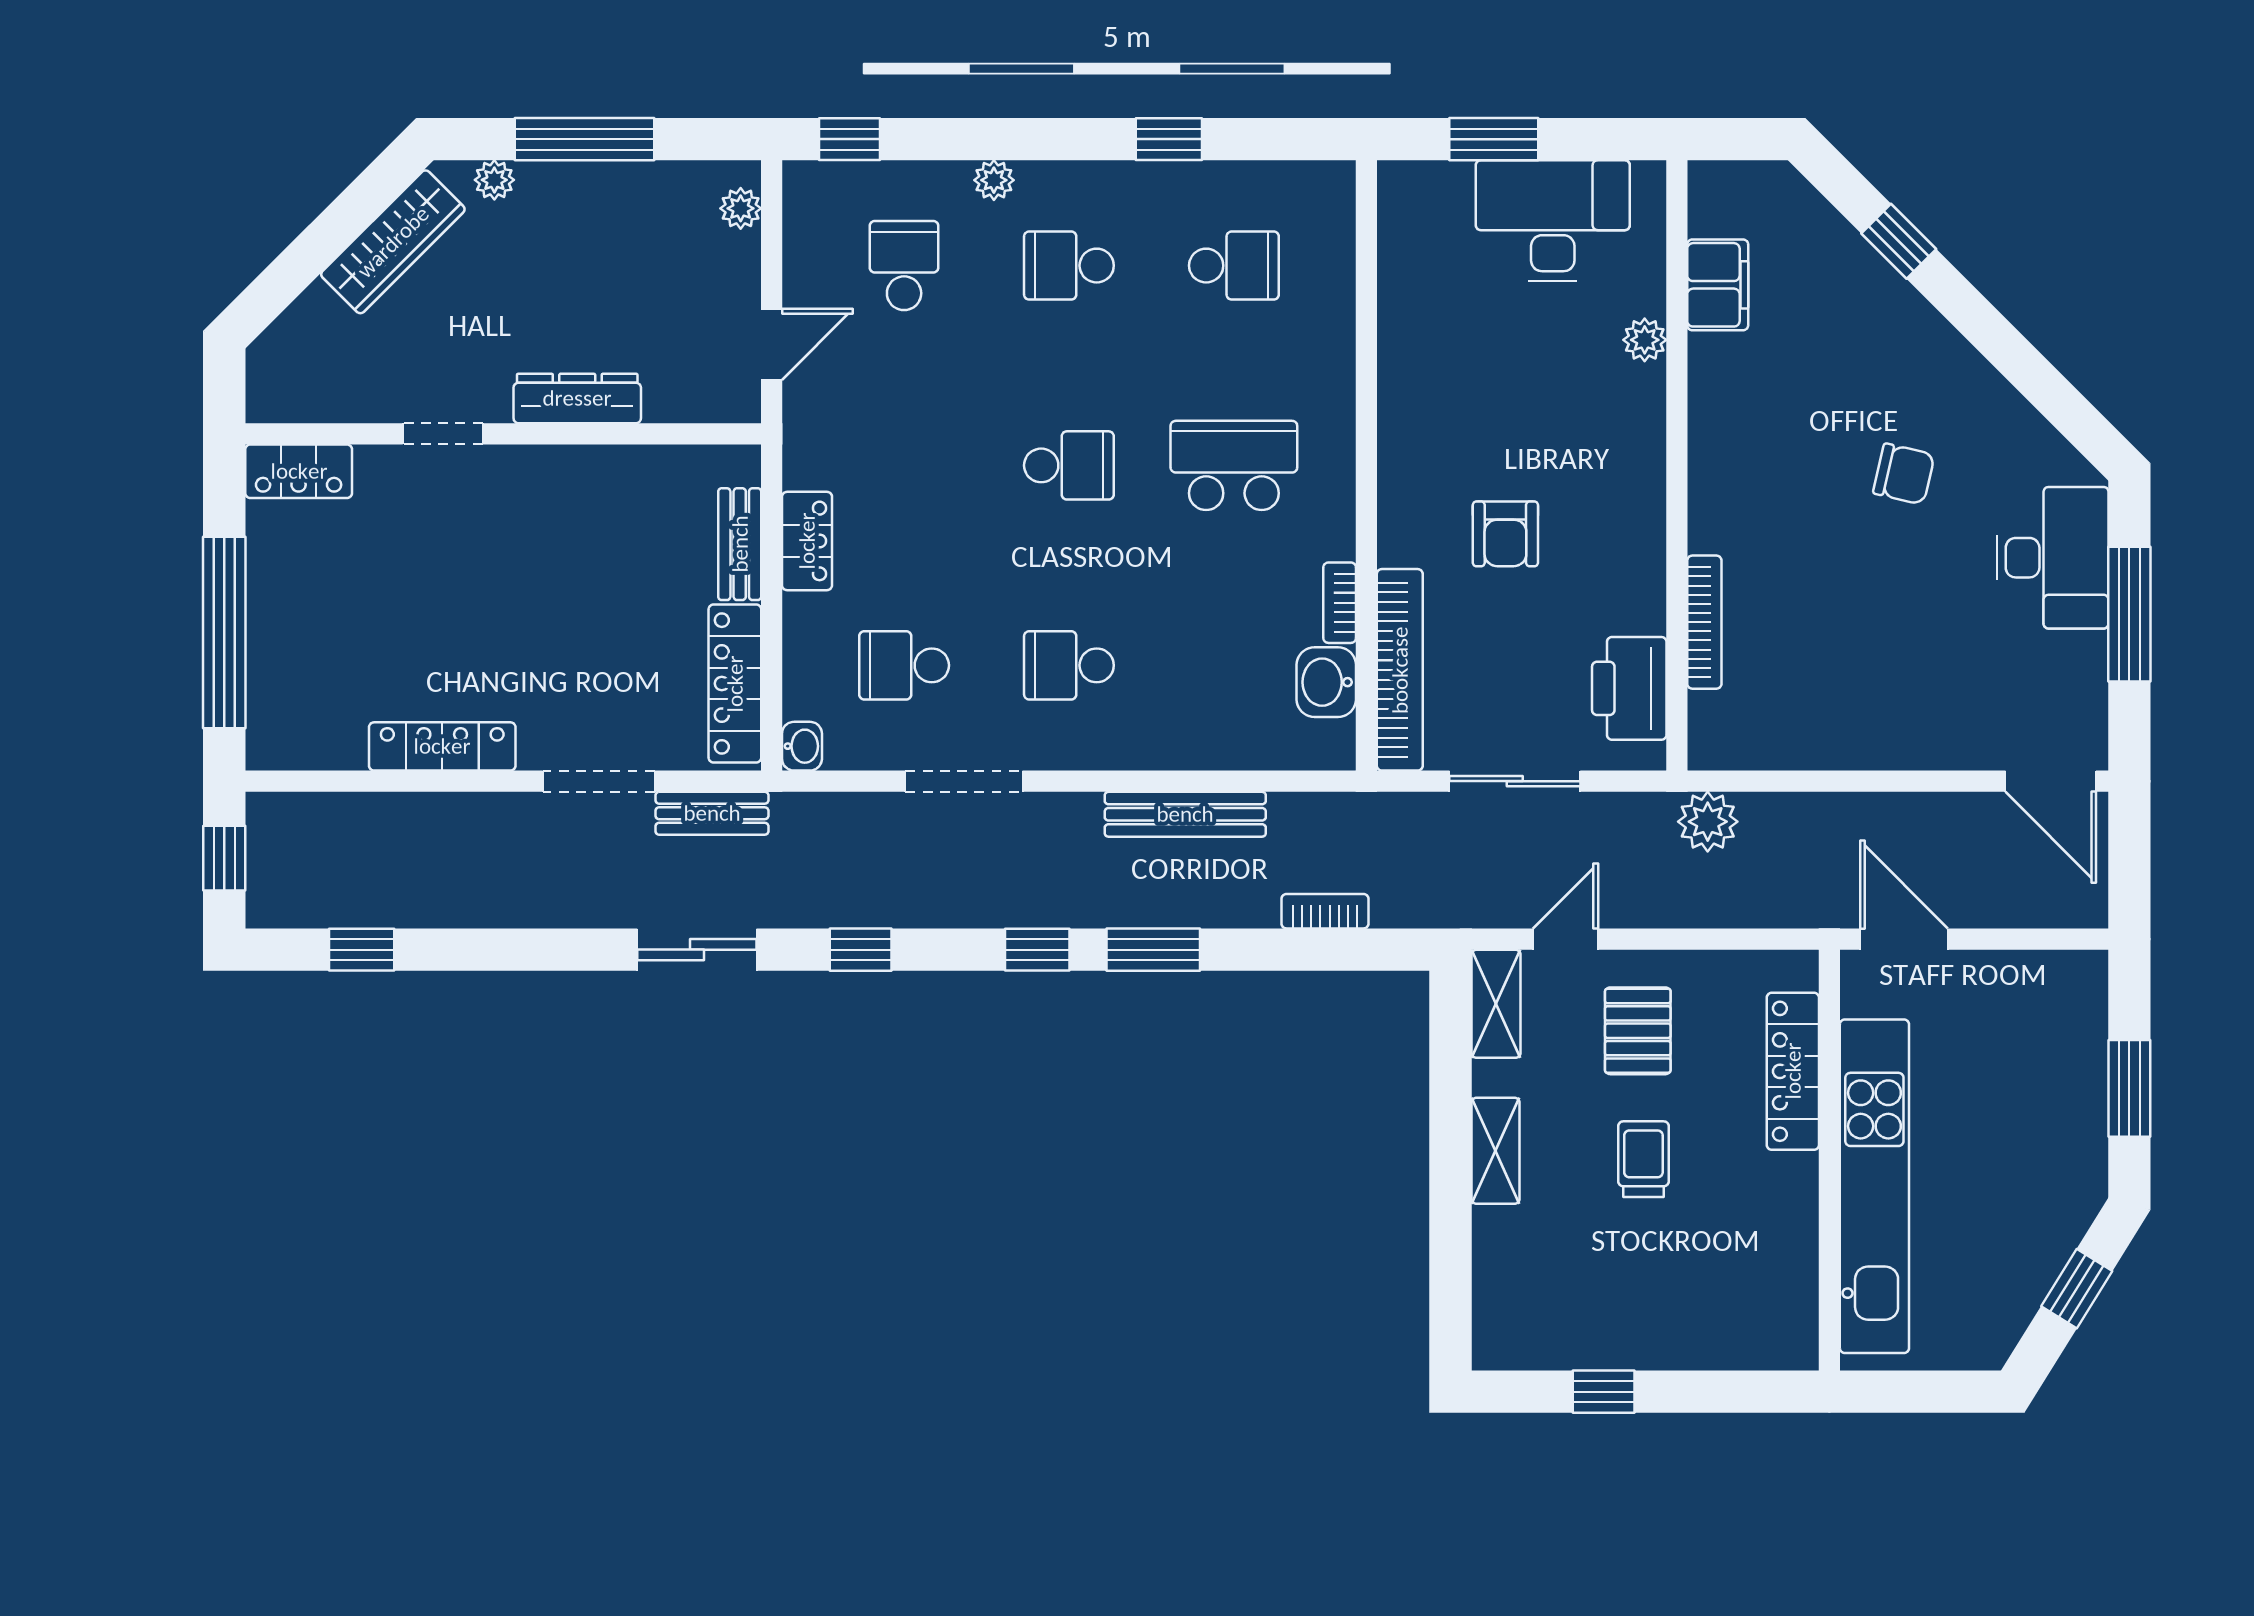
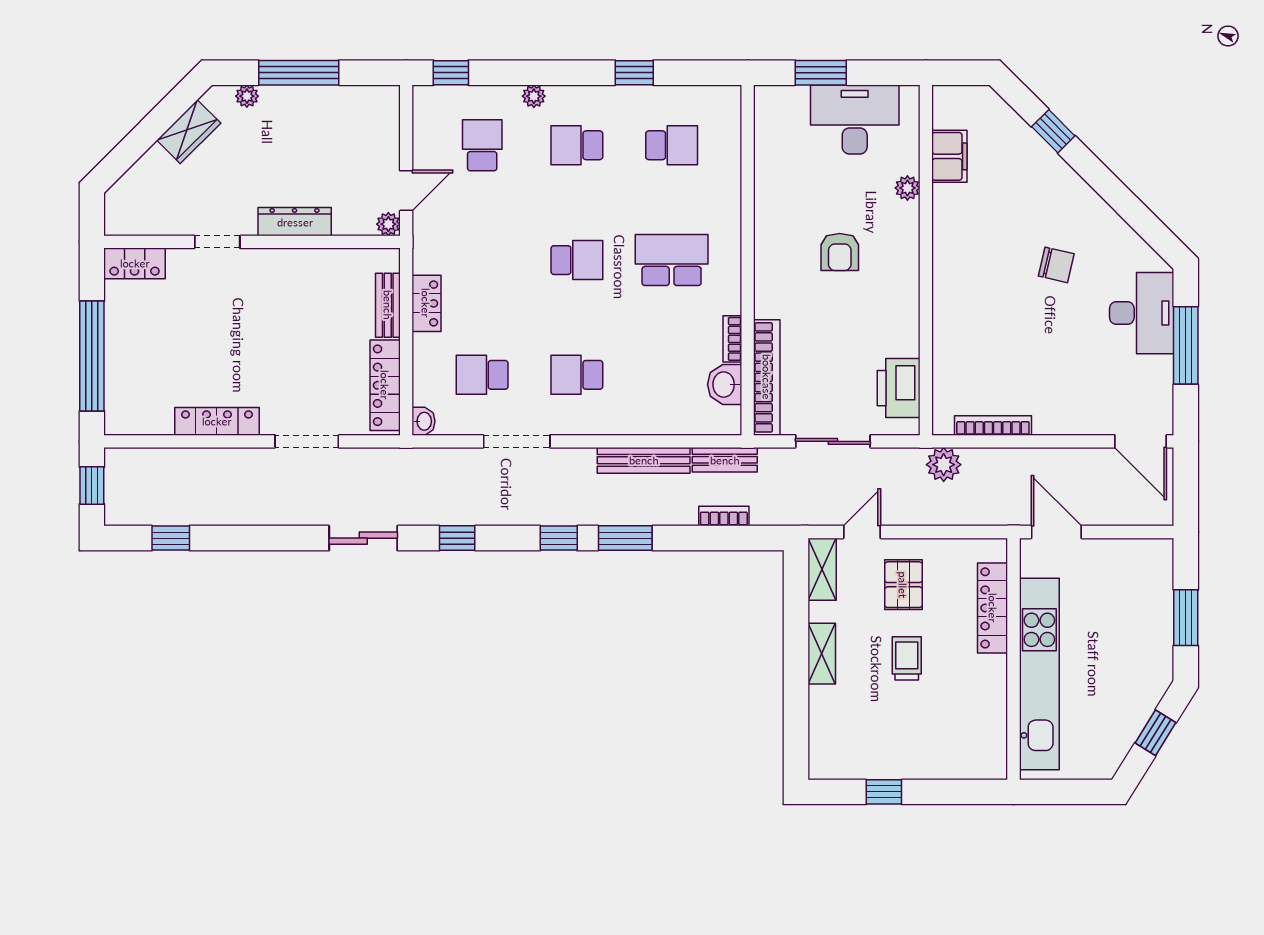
plant: (741, 208) -> (388, 224), moved
wardrobe: (393, 242) -> (189, 132), width x0.67
armchair: (1505, 534) -> (840, 252), moved
bookcase: (1704, 622) -> (993, 426), moved, turned -90
bench: (712, 813) -> (725, 460), moved

